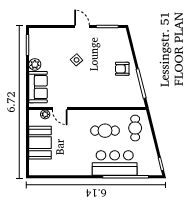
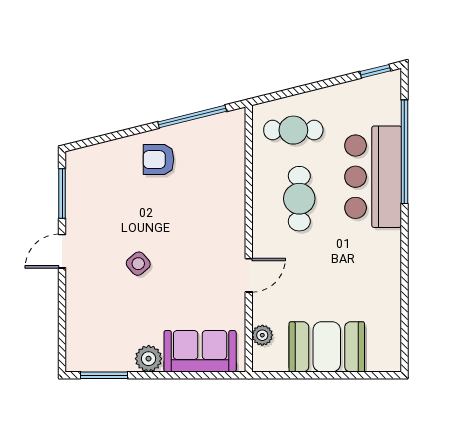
armchair: (122, 69) -> (159, 160), turned 90
door: (60, 108) -> (249, 275), moved

